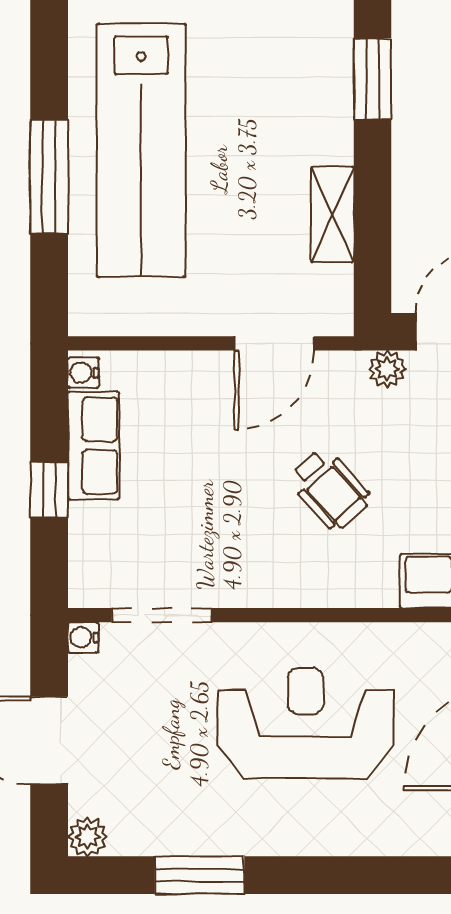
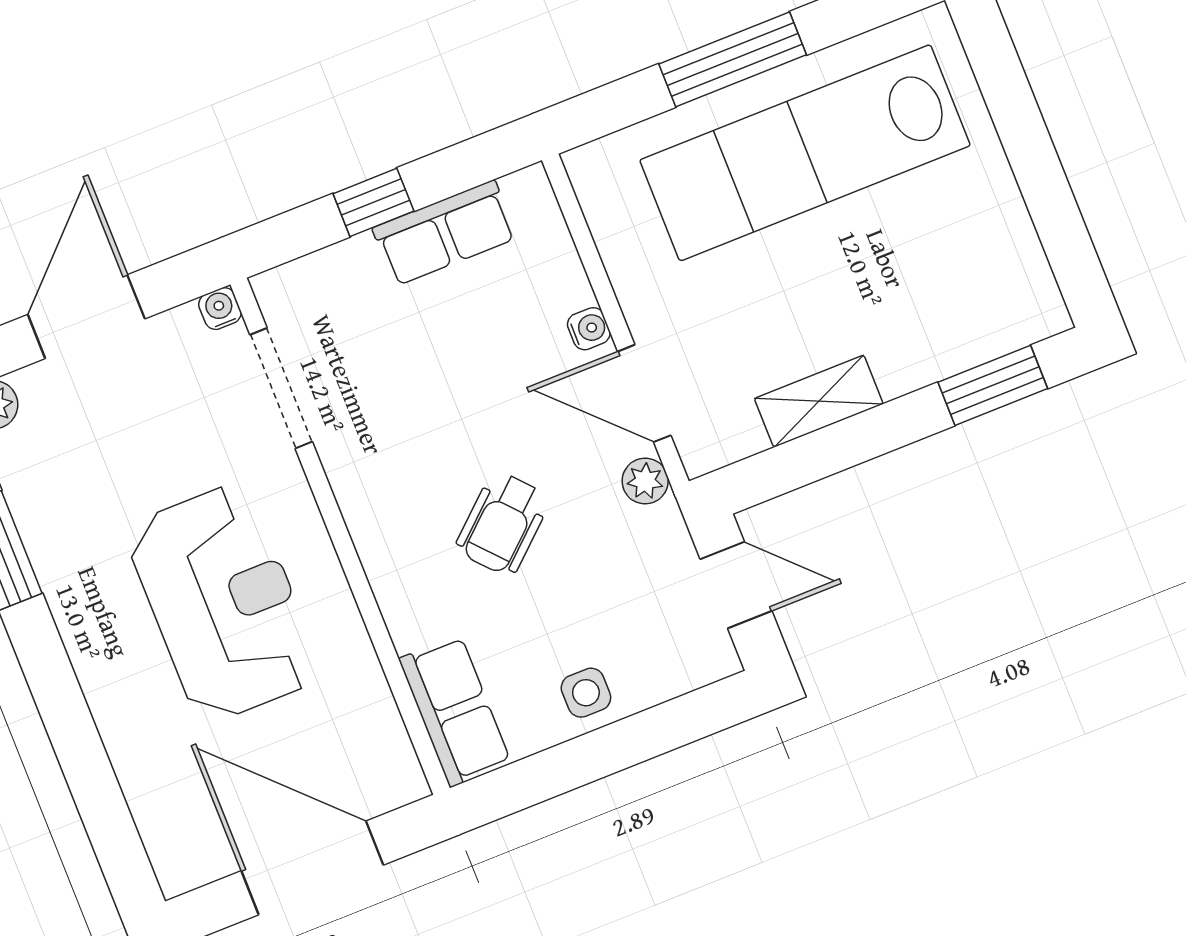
plant: (387, 369) -> (645, 481), moved
water cooler: (83, 373) -> (589, 329), moved, turned 90

